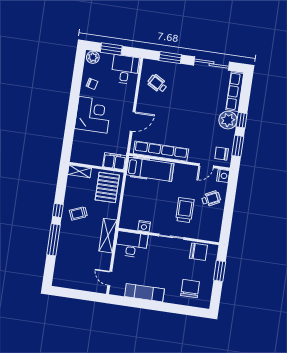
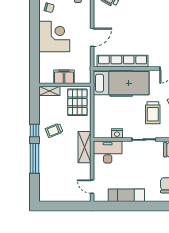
filing cabinet: (114, 161) -> (64, 77), moved
hospital bed: (150, 169) -> (121, 83), width x1.37, depth x1.29
trolley: (185, 210) -> (153, 113), turned 180

